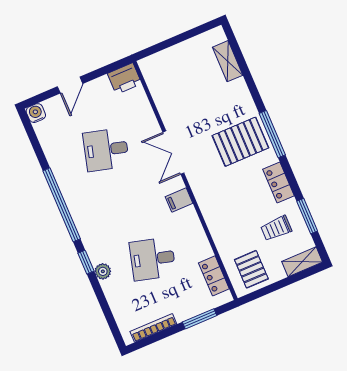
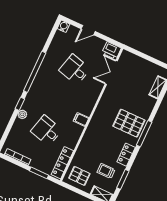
double door: (173, 153) -> (111, 72), moved
pallet: (251, 269) -> (79, 176), turned 90
locker: (214, 276) -> (62, 163), width x1.53

